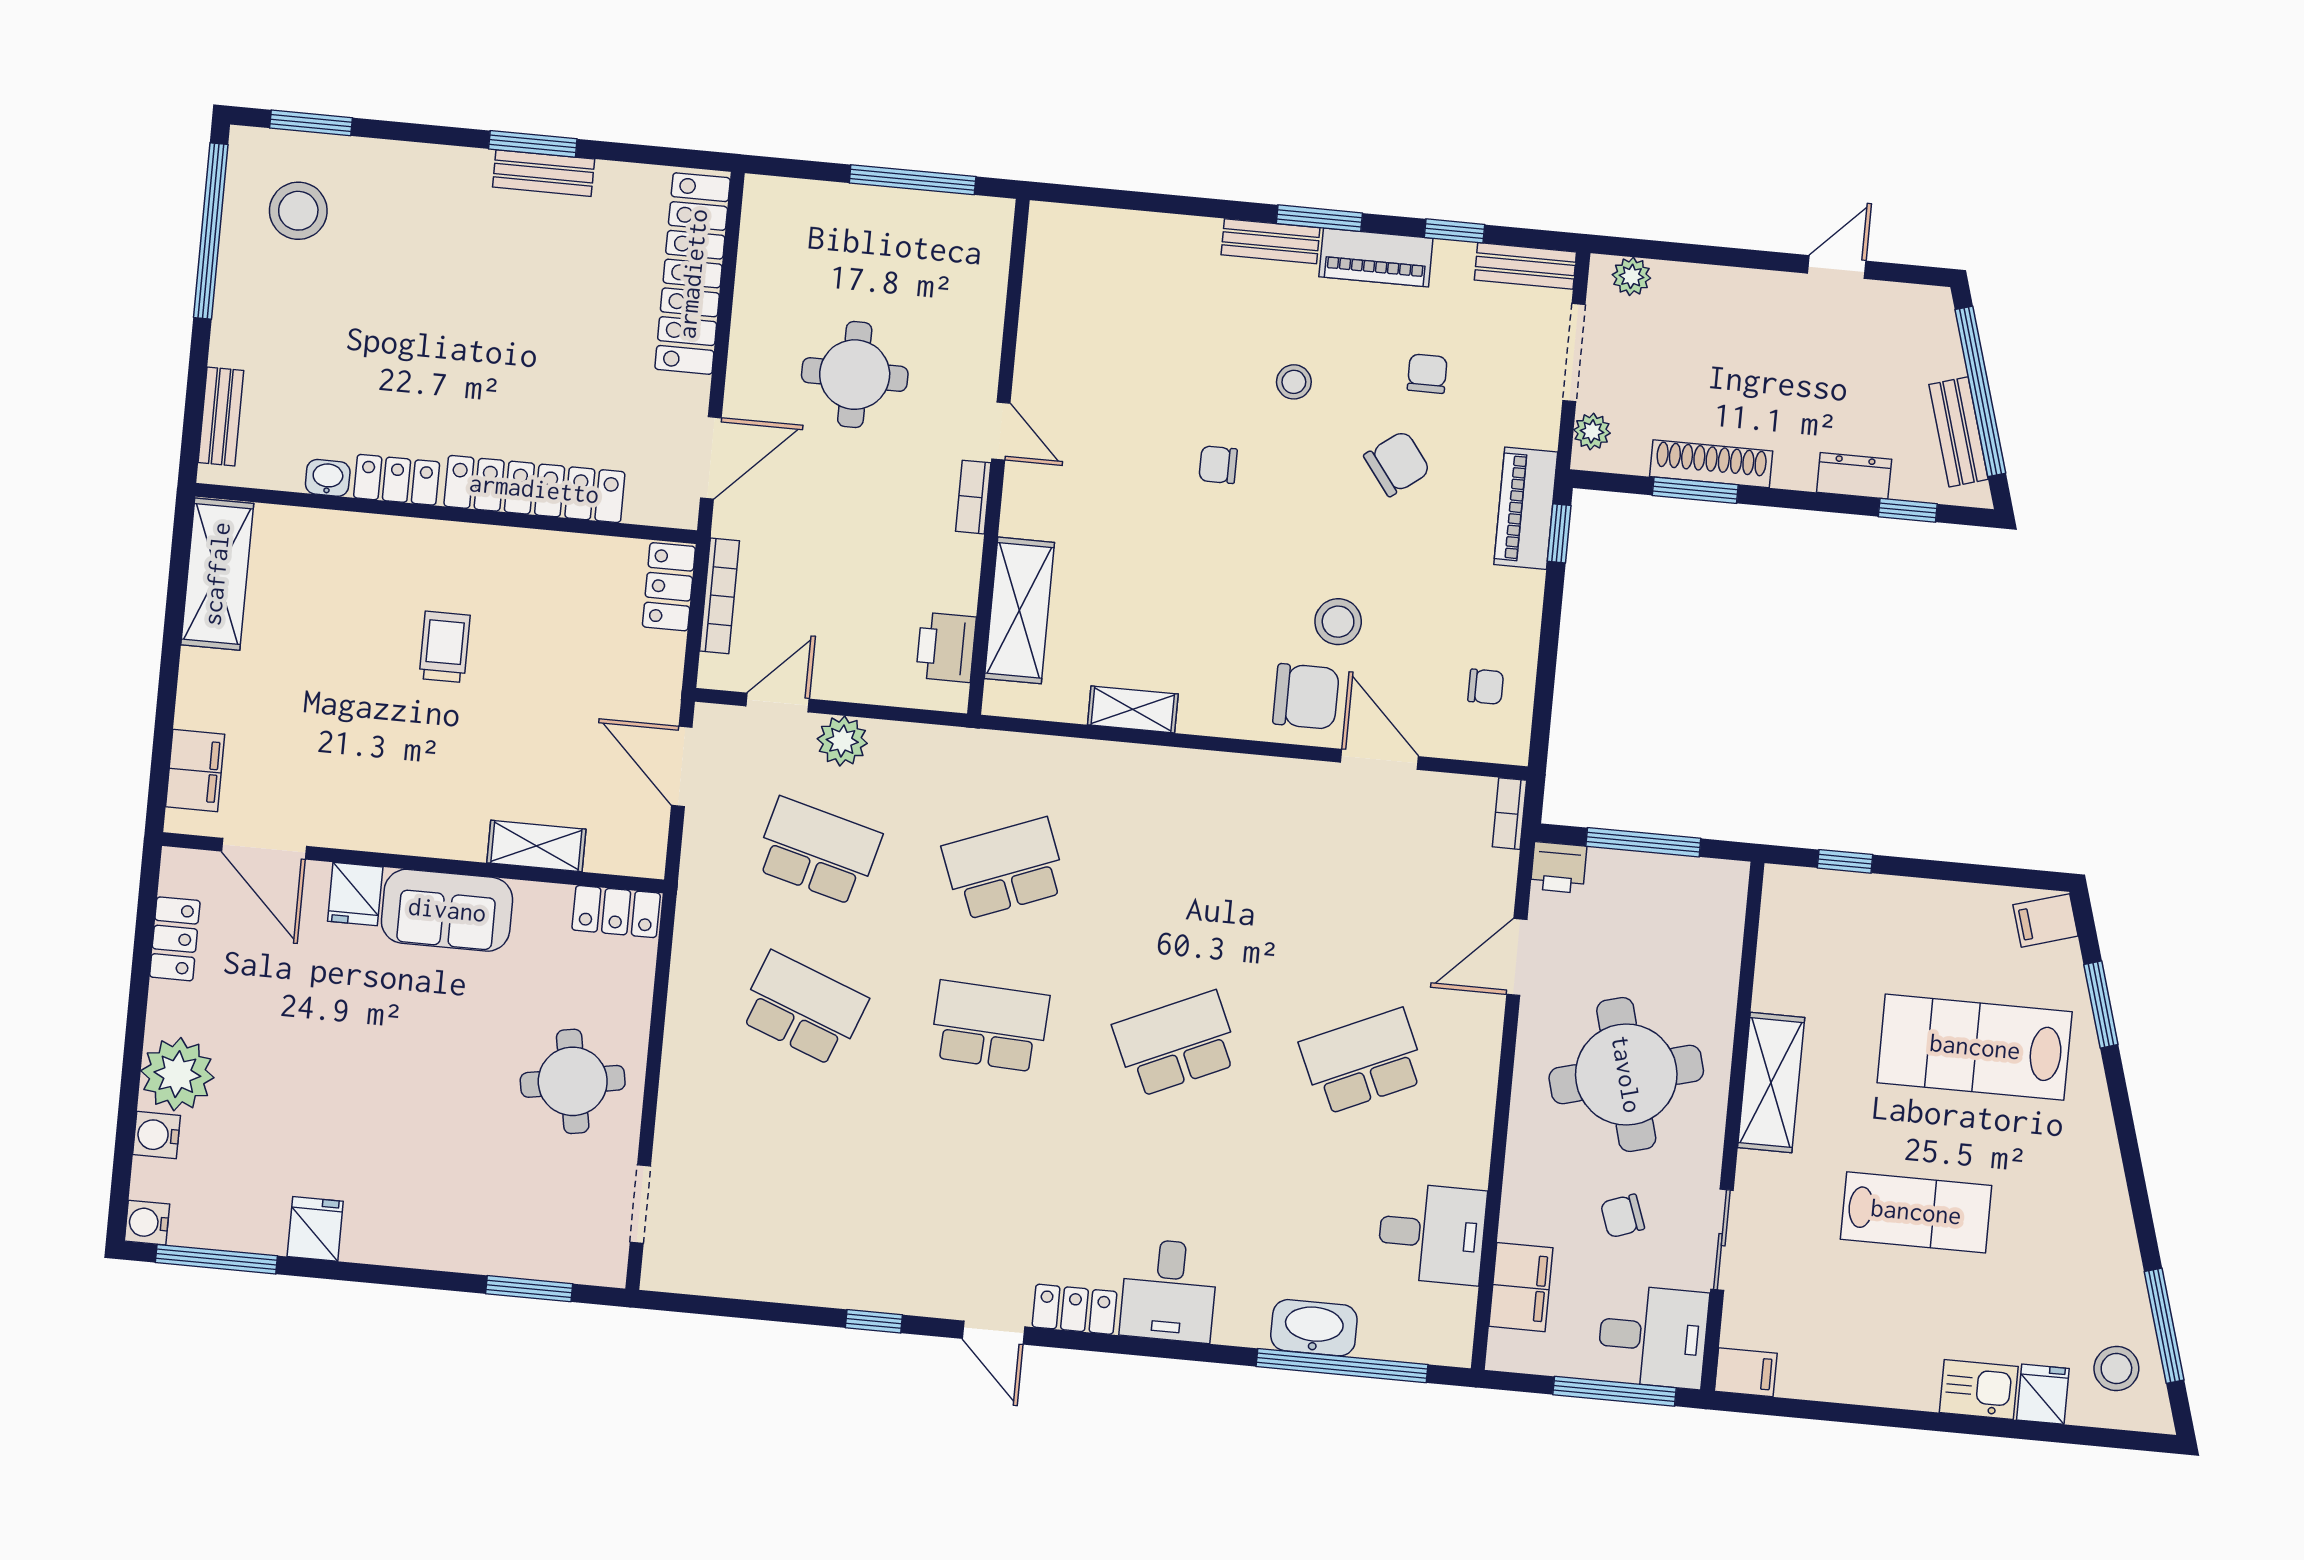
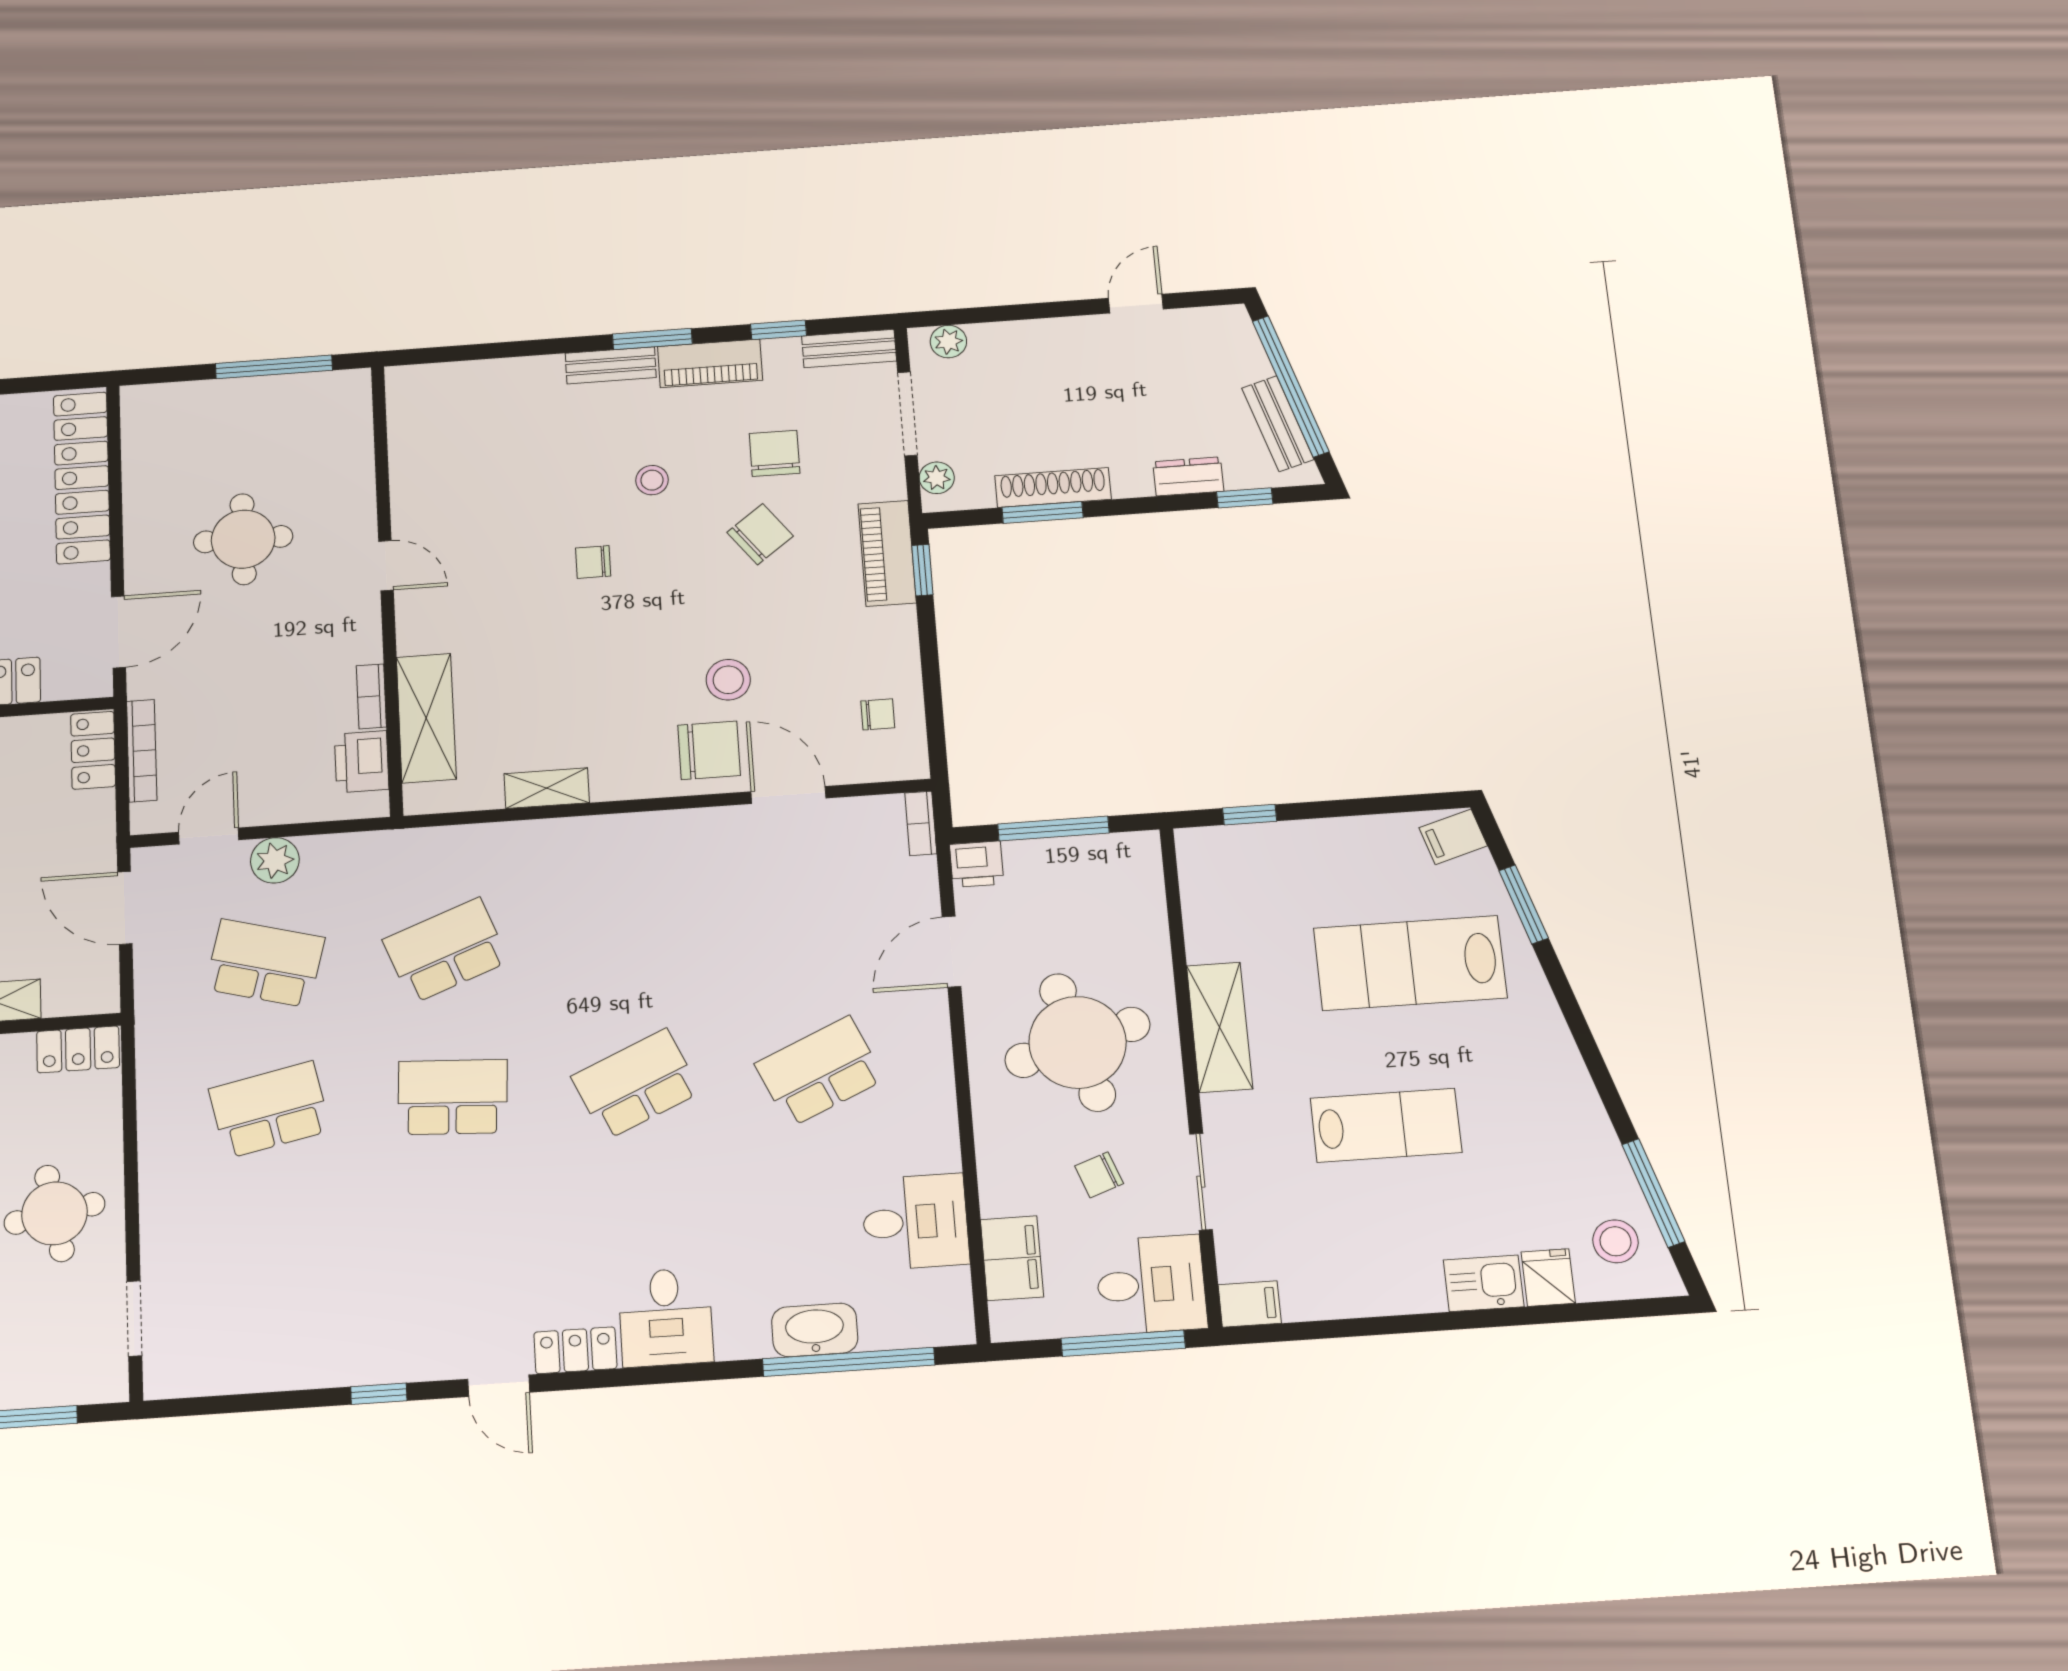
chair: (1427, 374) -> (775, 453), width x1.37, depth x1.37
bookcase: (973, 497) -> (371, 696), moved
school desk: (803, 1009) -> (270, 1110), turned -33

